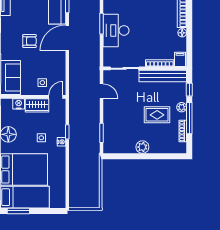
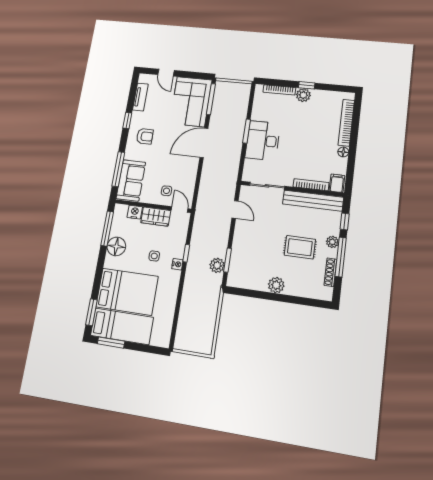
armchair: (29, 41) -> (145, 136), moved
door: (56, 97) -> (180, 209), hinge flipped
plant: (94, 138) -> (217, 265), added

